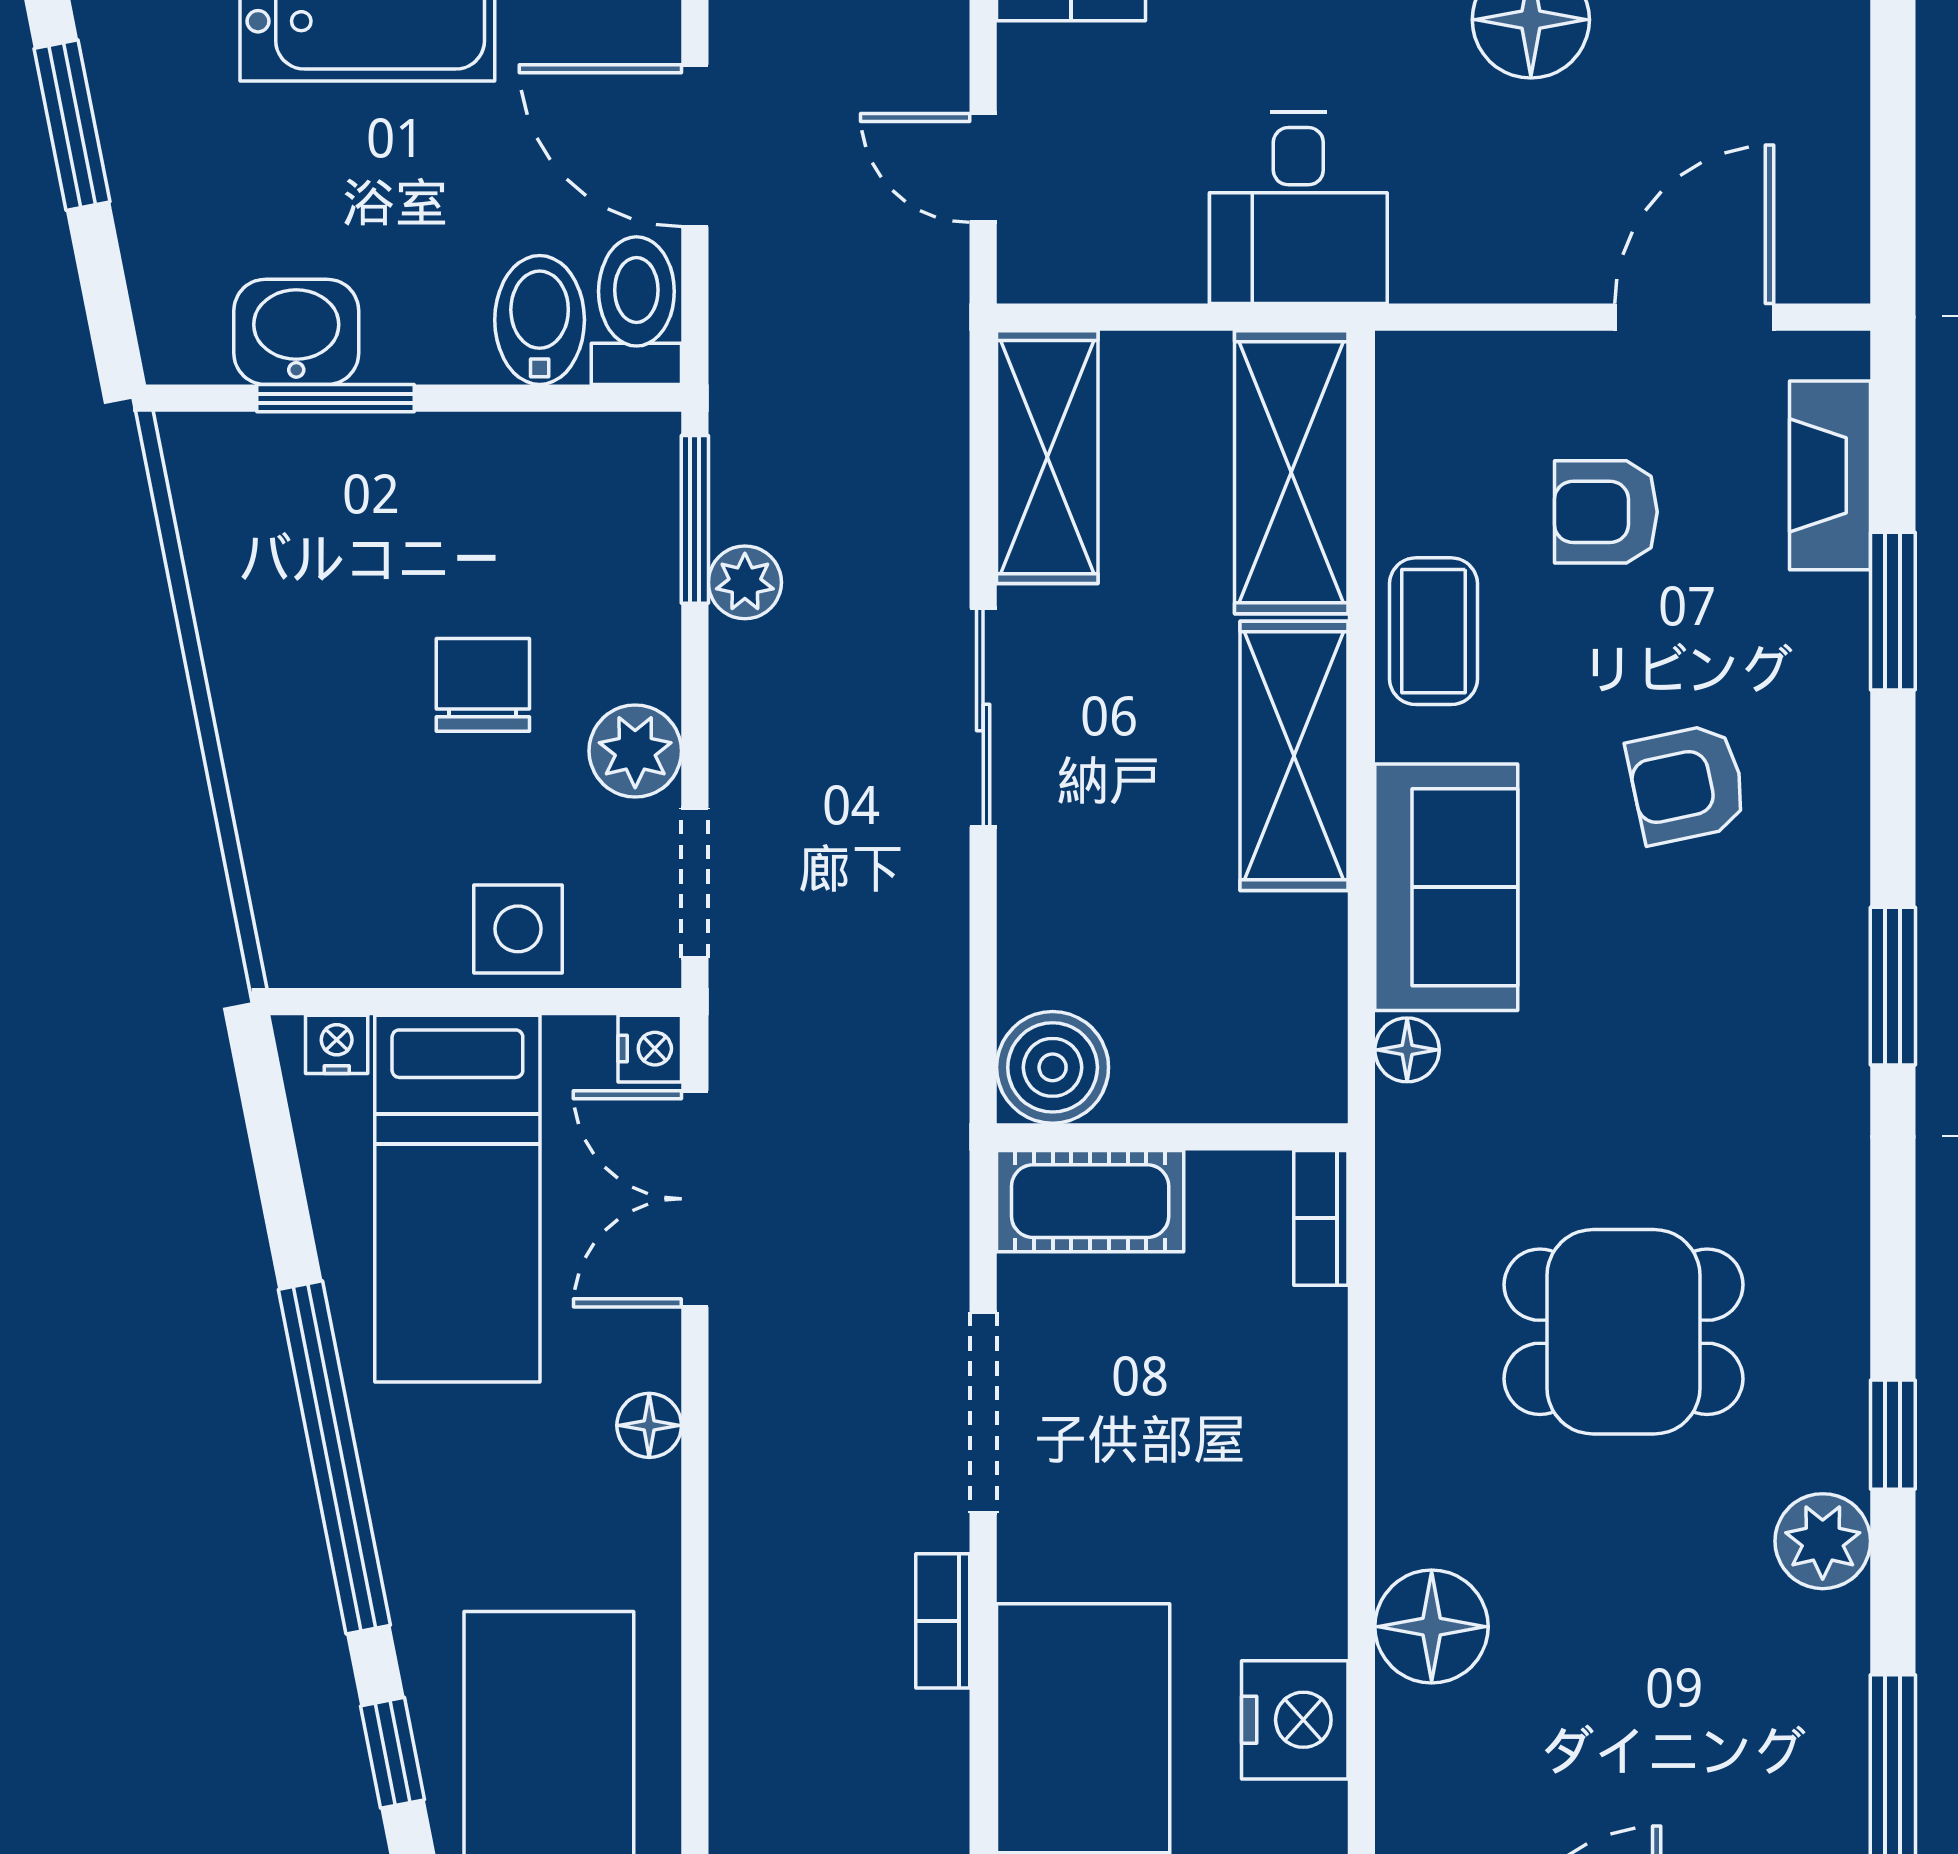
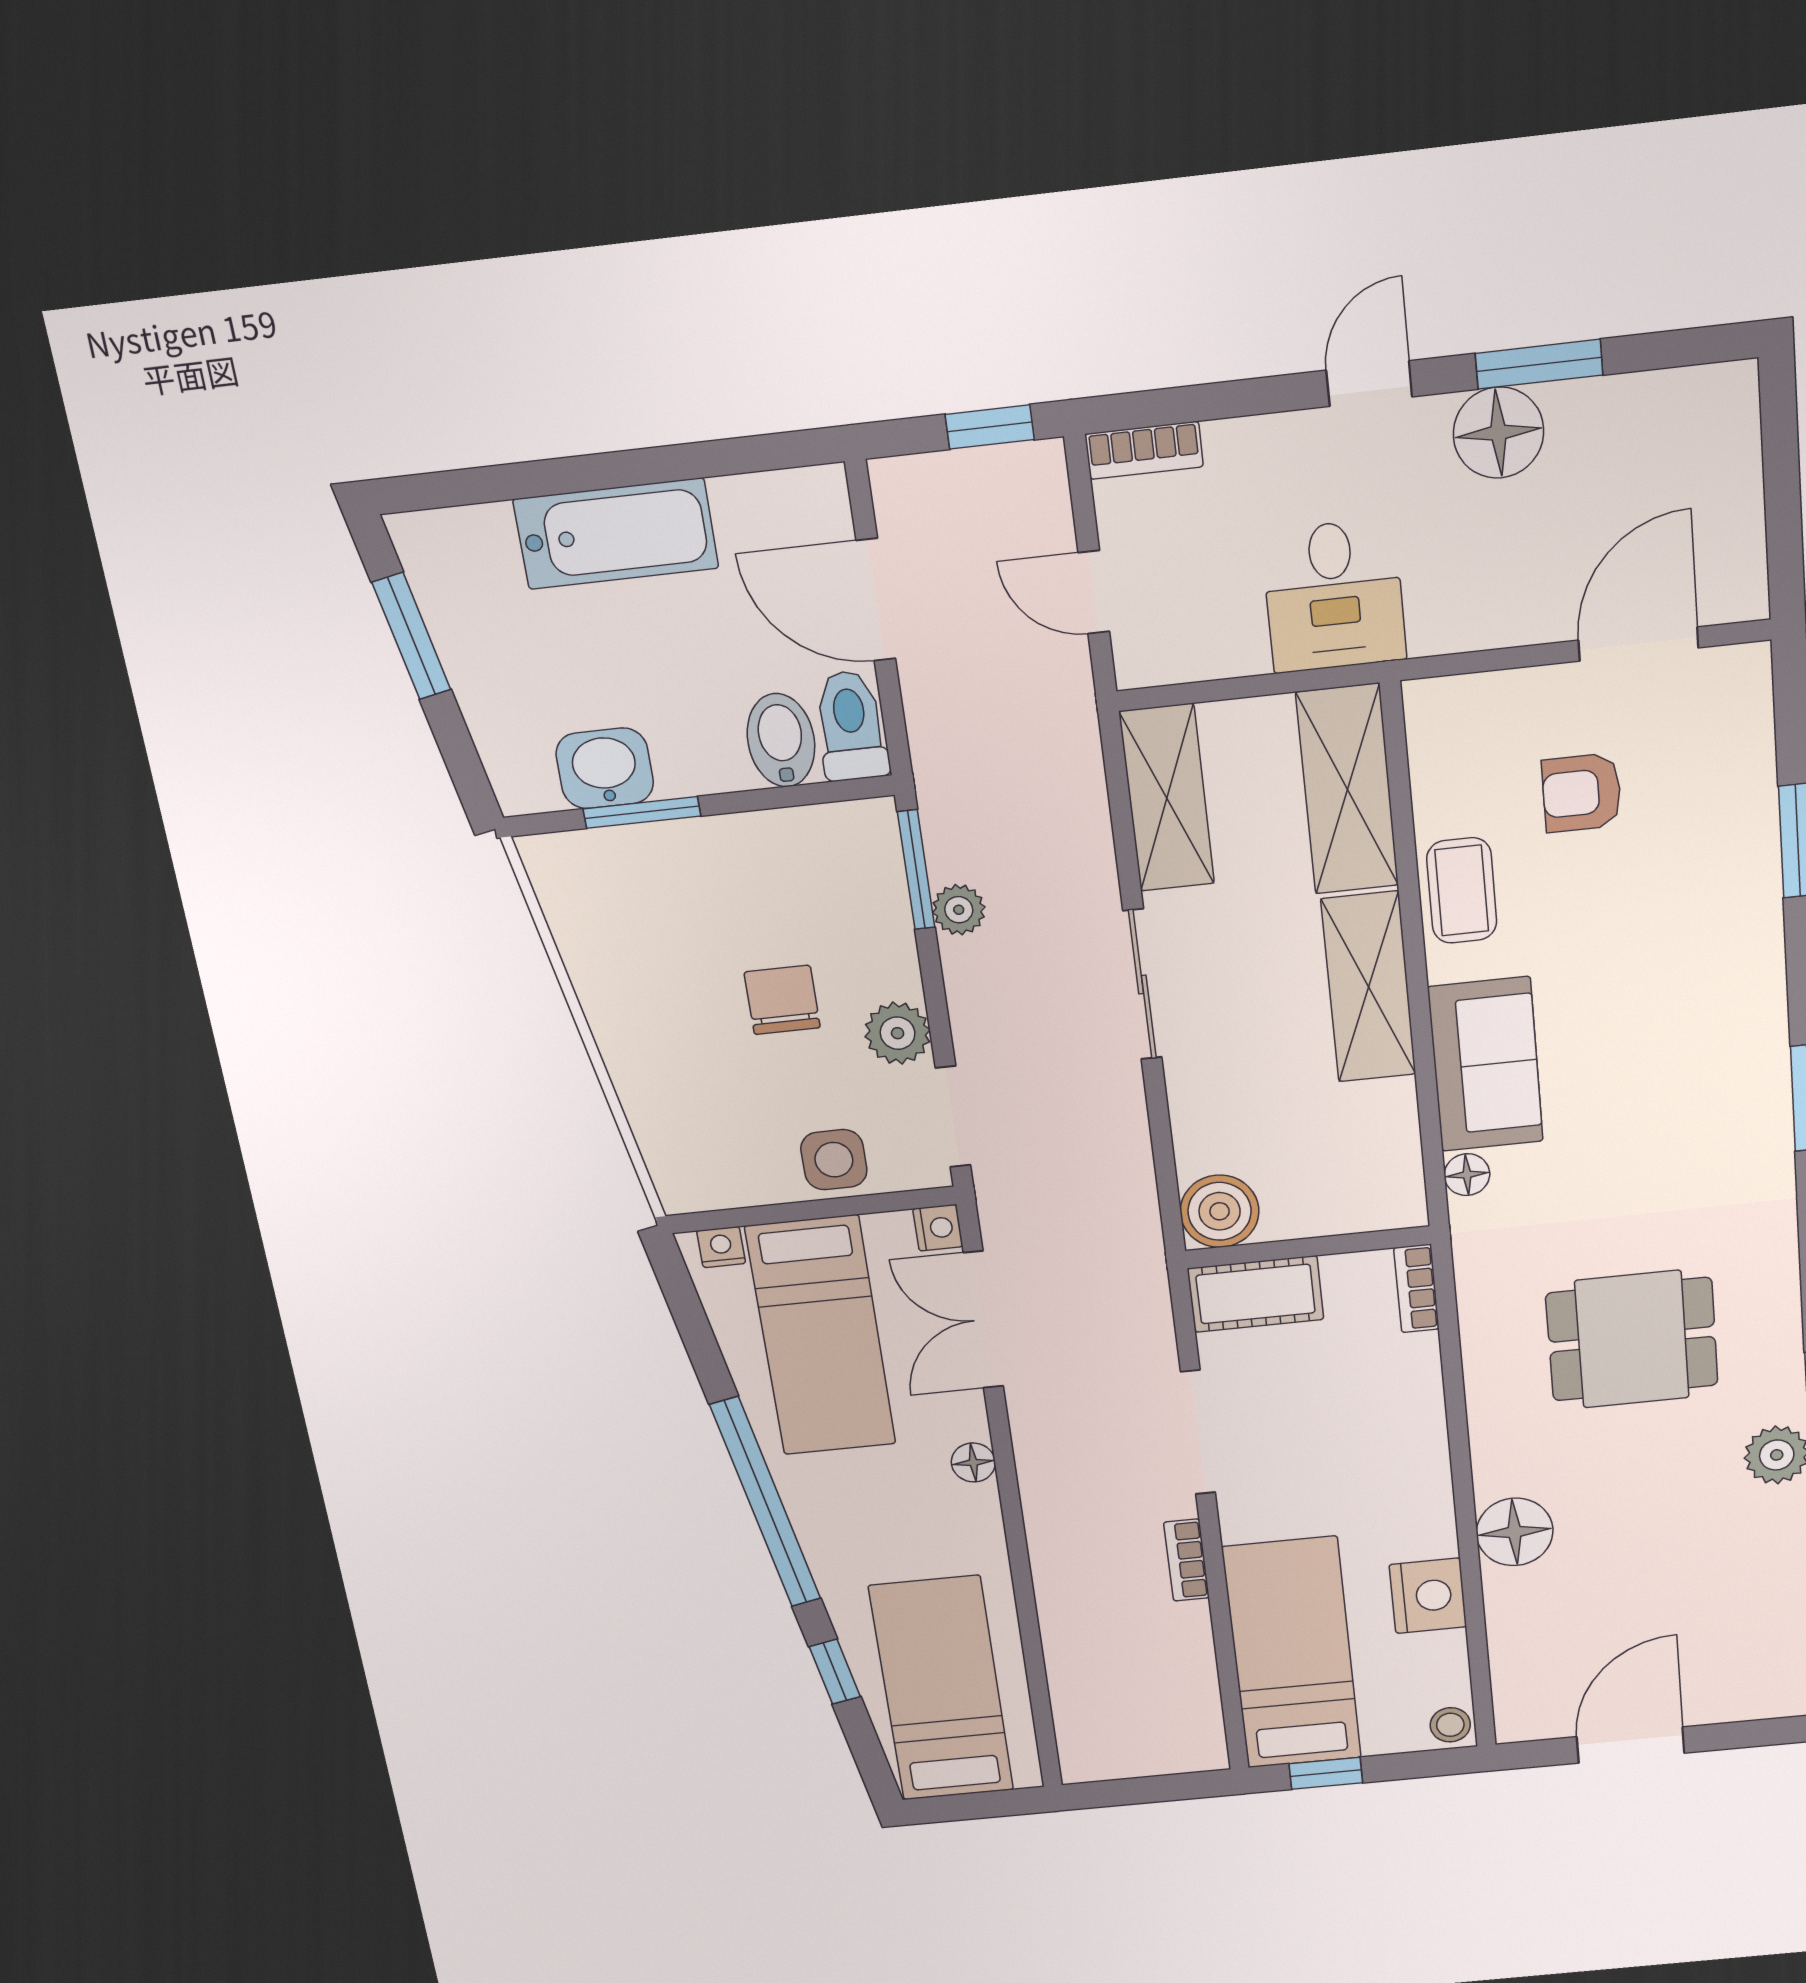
fireplace: (1830, 475) -> (1746, 749), removed
armchair: (1687, 784) -> (1654, 977), removed

